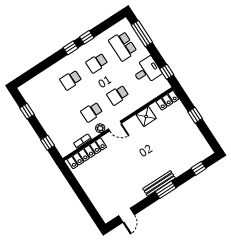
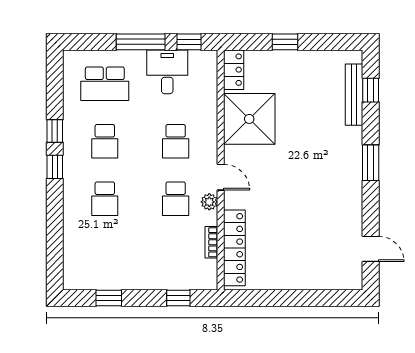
window: (142, 34) -> (141, 42), moved
shower: (146, 116) -> (249, 119), width x1.86, depth x1.86
door: (115, 126) -> (221, 177), hinge flipped
bench: (159, 183) -> (354, 95), moved

